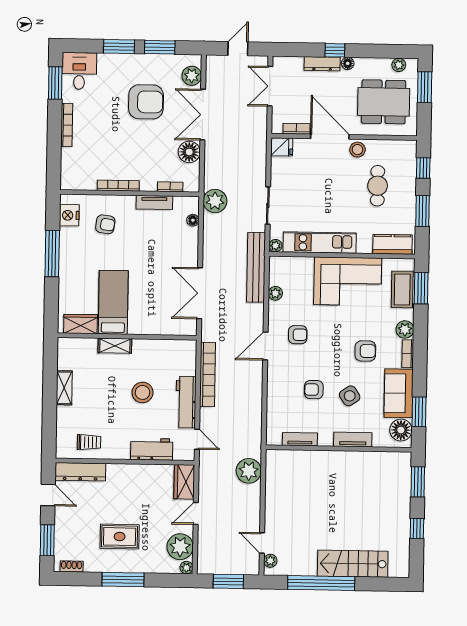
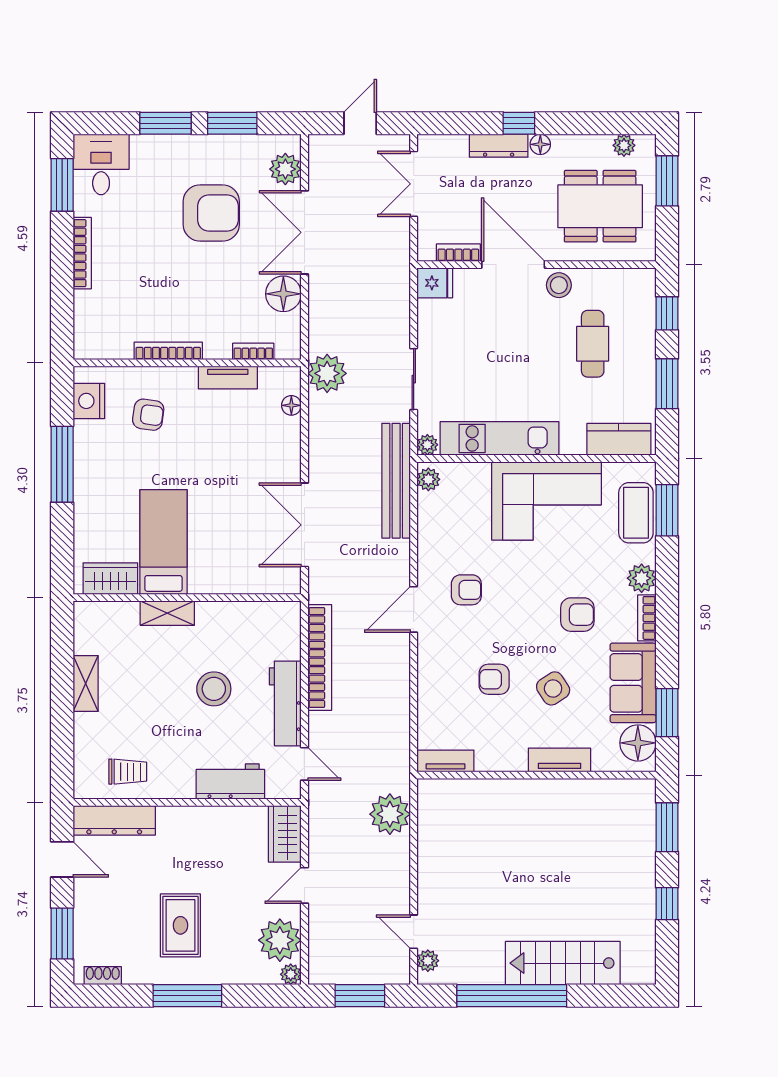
plant: (275, 293) -> (428, 479), moved
tv unit: (300, 439) -> (445, 761), moved
rug: (120, 537) -> (180, 925), turned 90

